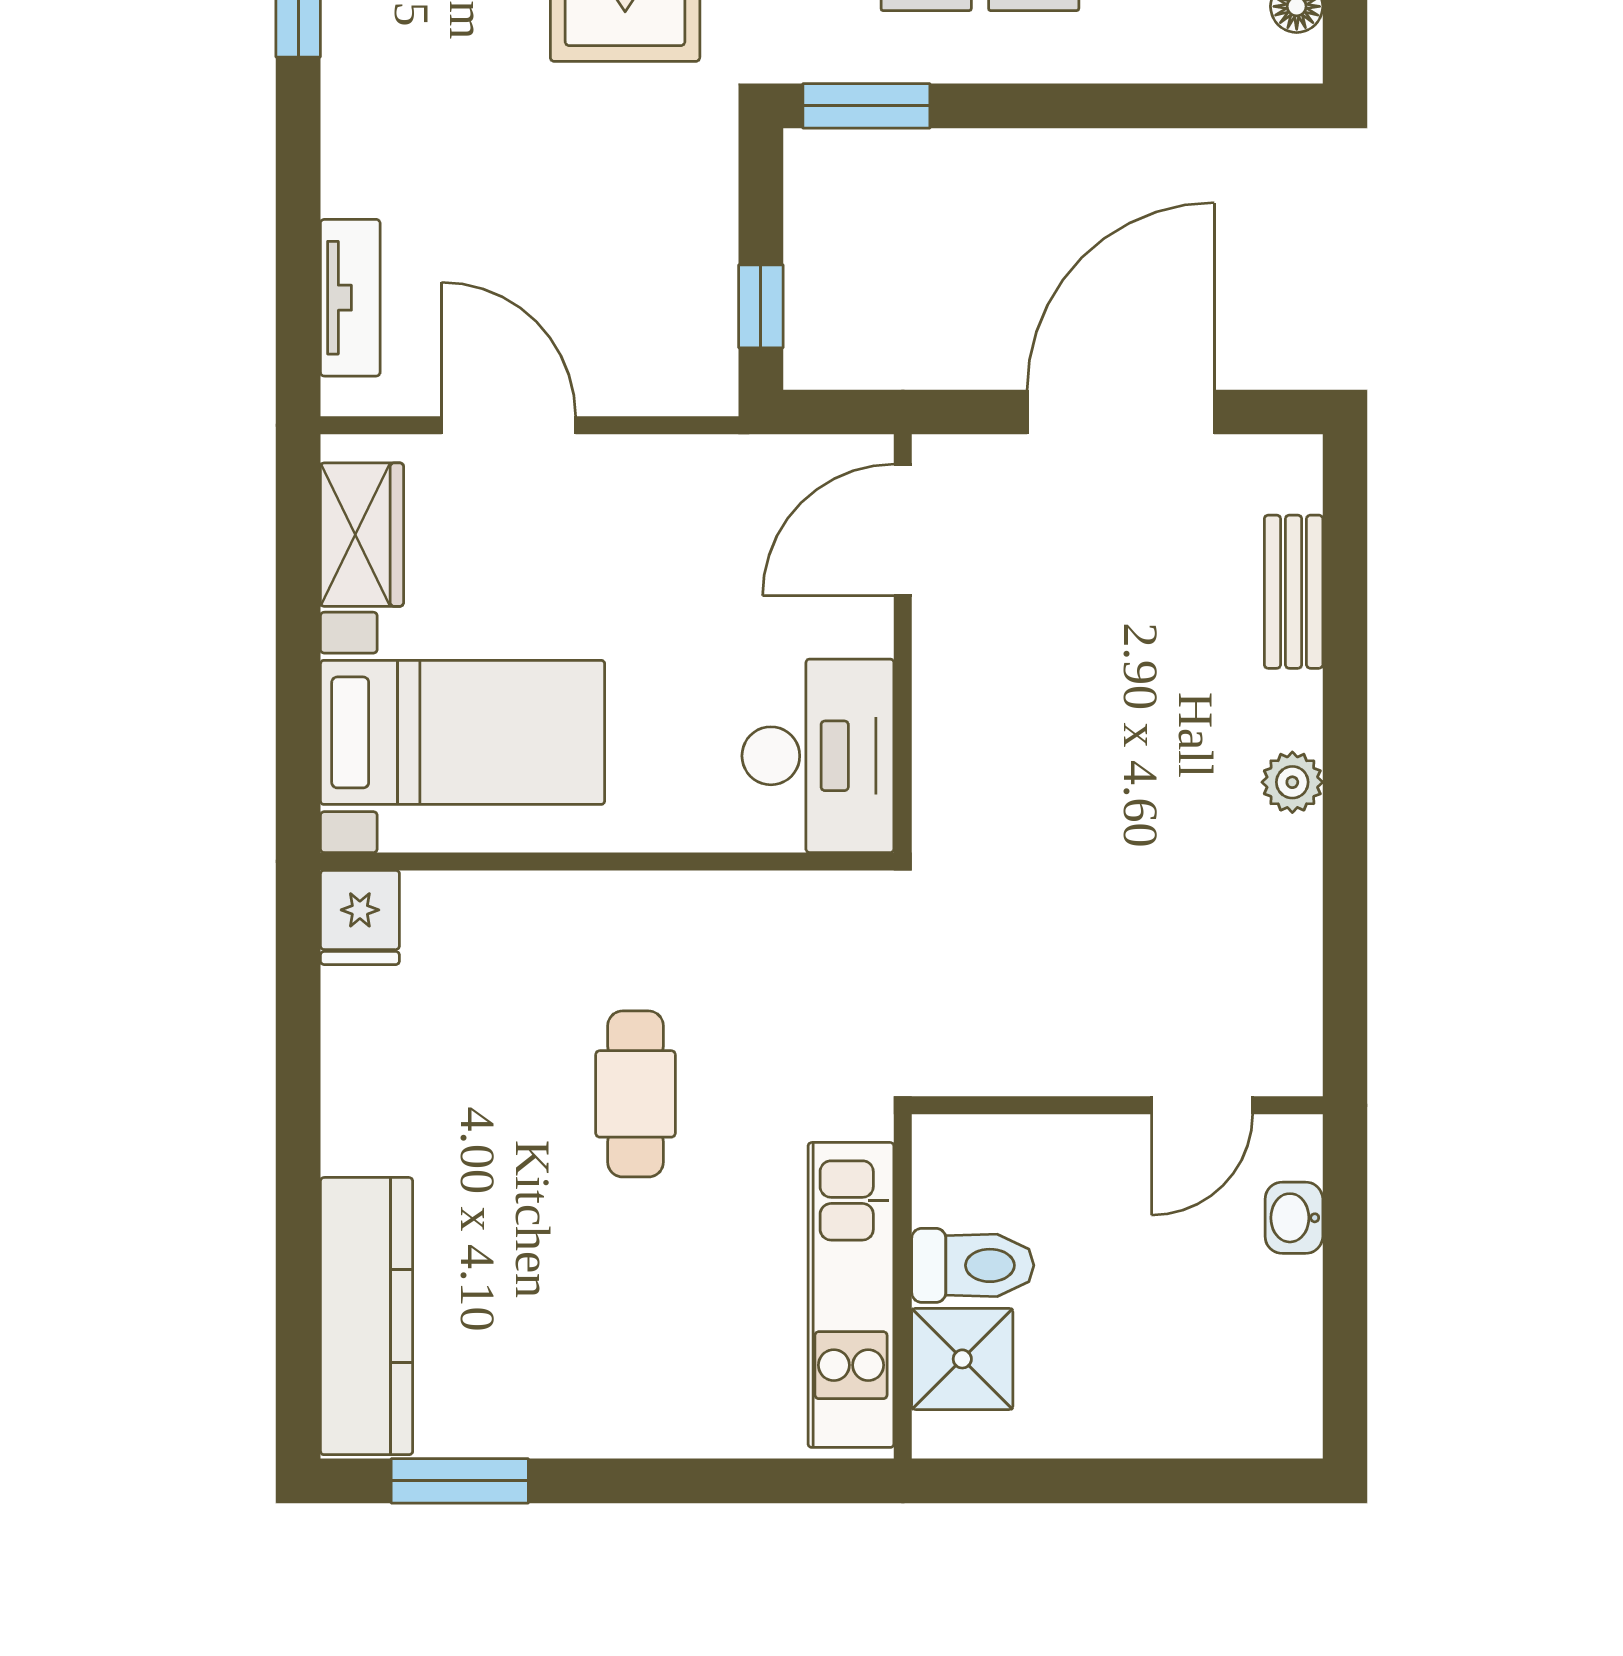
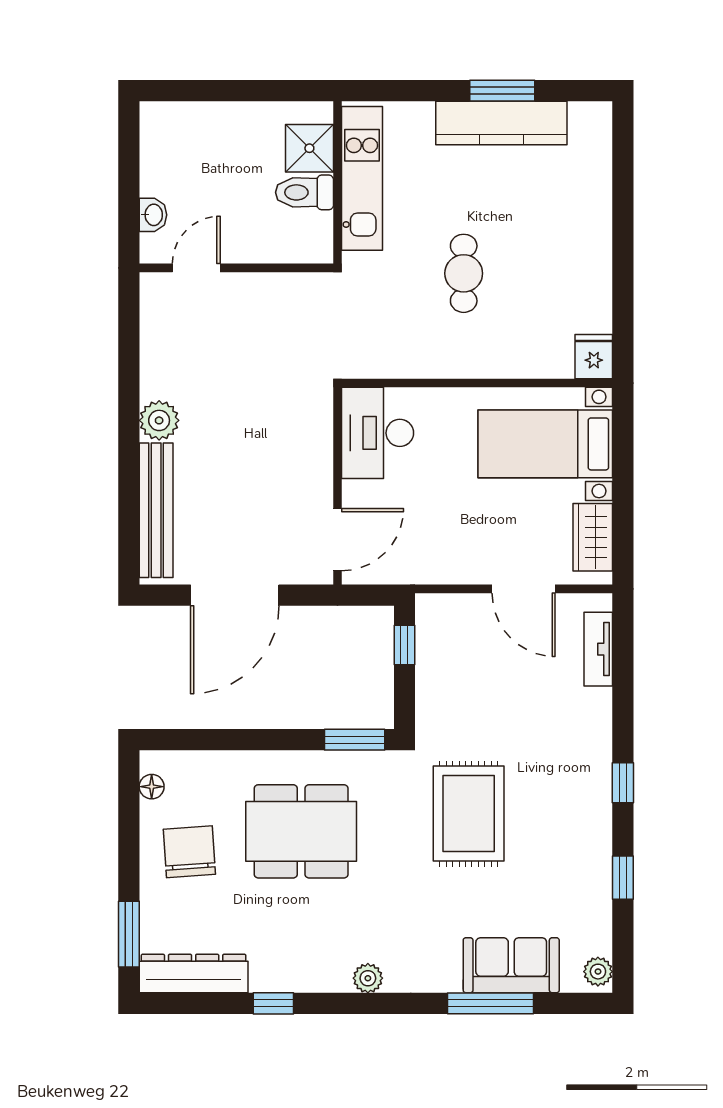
bench: (1294, 592) -> (156, 510), width x1.86, depth x1.21
plant: (1292, 782) -> (159, 420), width x1.38, depth x1.38
kitchen counter: (367, 1316) -> (501, 123), moved, turned -90
window: (460, 1481) -> (502, 91), moved

